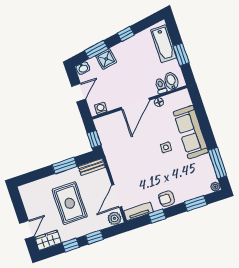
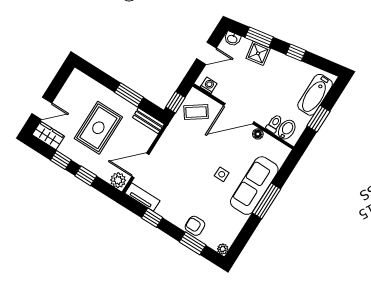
coffee table: (112, 131) -> (196, 112), added
window: (218, 163) -> (267, 201), moved
armchair: (167, 199) -> (195, 226), moved

